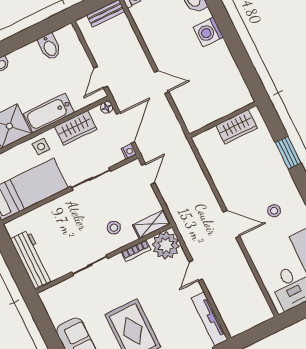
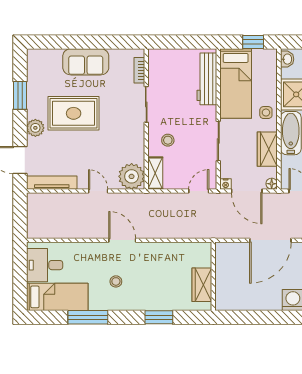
door: (161, 82) -> (270, 240), width x1.88
door: (148, 174) -> (199, 191), swing flipped
door: (231, 224) -> (122, 240), swing flipped
bookcase: (136, 251) -> (139, 70), moved
workbench: (32, 259) -> (207, 79), moved, turned 90

